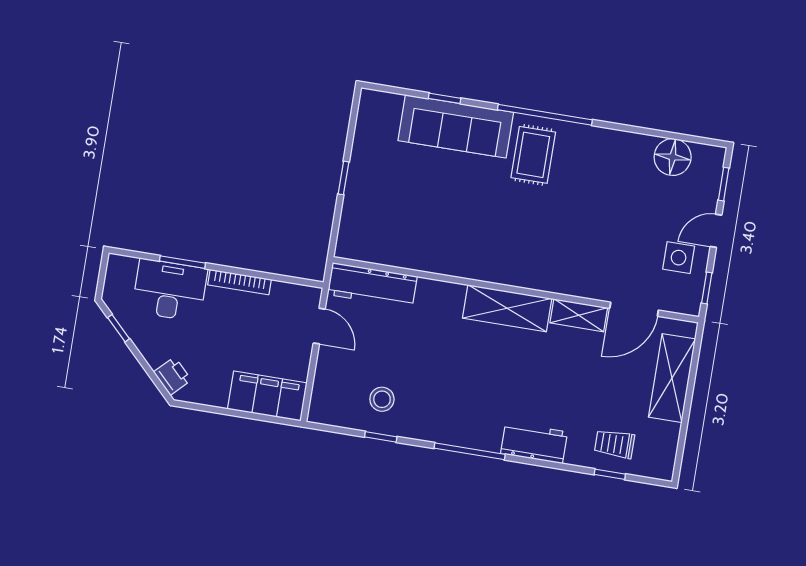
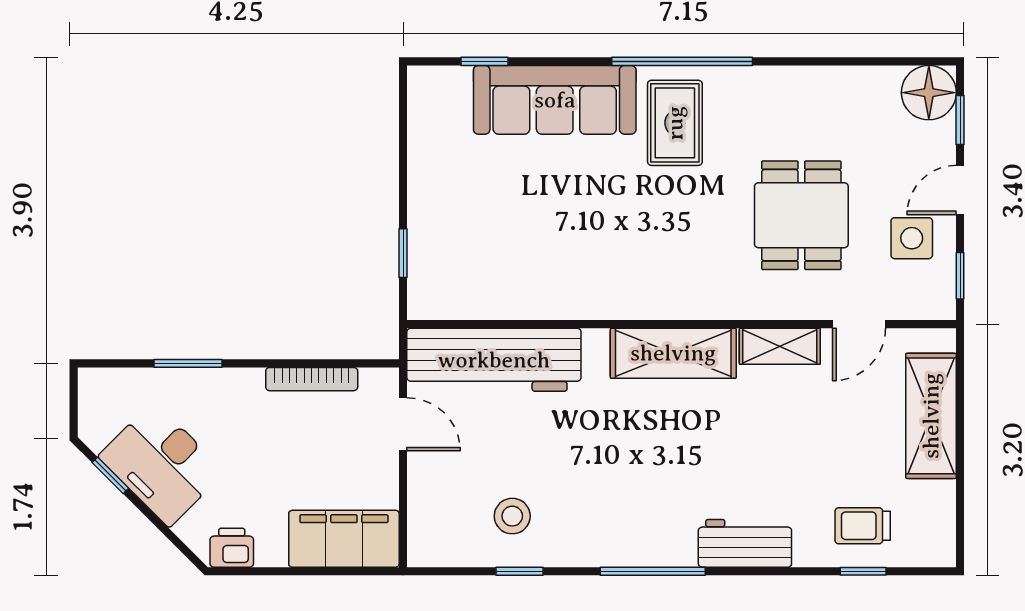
window: (445, 98) -> (484, 61), moved
floor lamp: (673, 157) -> (929, 93), moved
window: (343, 178) -> (403, 253), moved
dining table: (607, 230) -> (801, 215), added
bookcase: (239, 282) -> (312, 379), moved
workbench: (372, 285) -> (494, 360), width x1.36, depth x1.32
desk: (170, 290) -> (161, 464), moved, turned -135
door: (634, 309) -> (859, 324), width x0.73
printer: (172, 376) -> (232, 548), moved, turned -45

